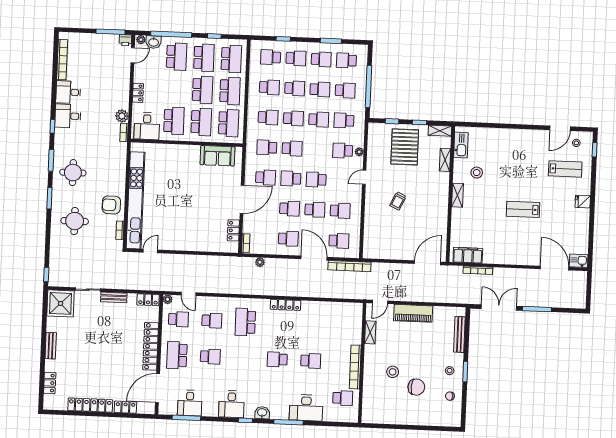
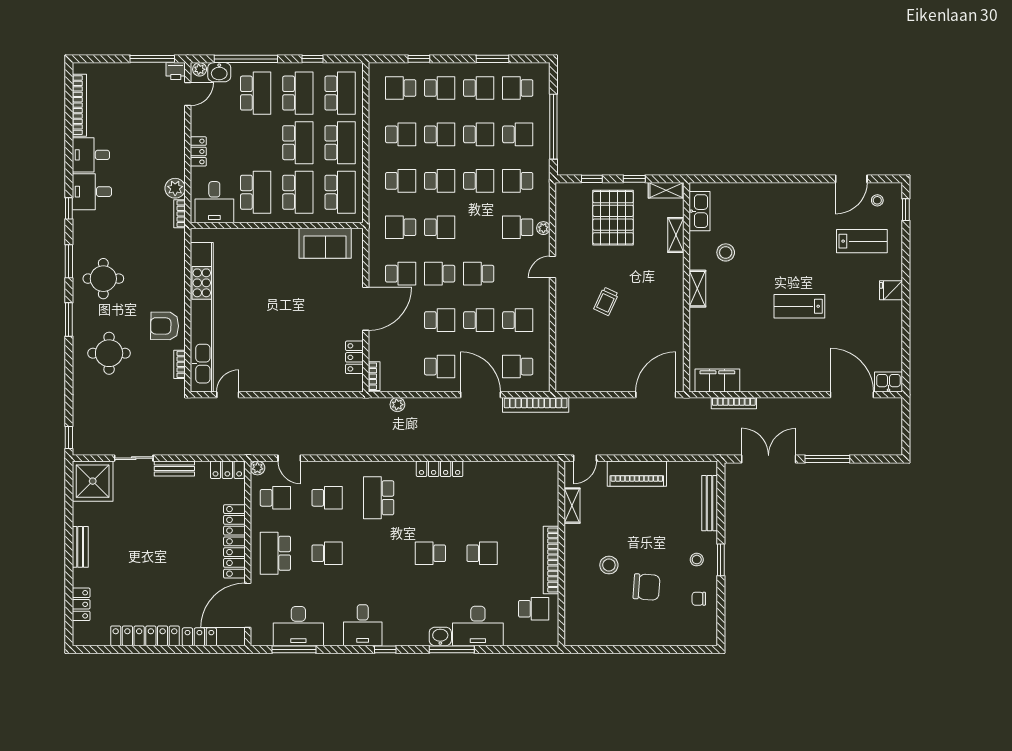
school desk: (339, 241) -> (518, 367), turned 180
desk: (190, 403) -> (298, 626), width x1.37
washbasin: (262, 413) -> (440, 636), moved

